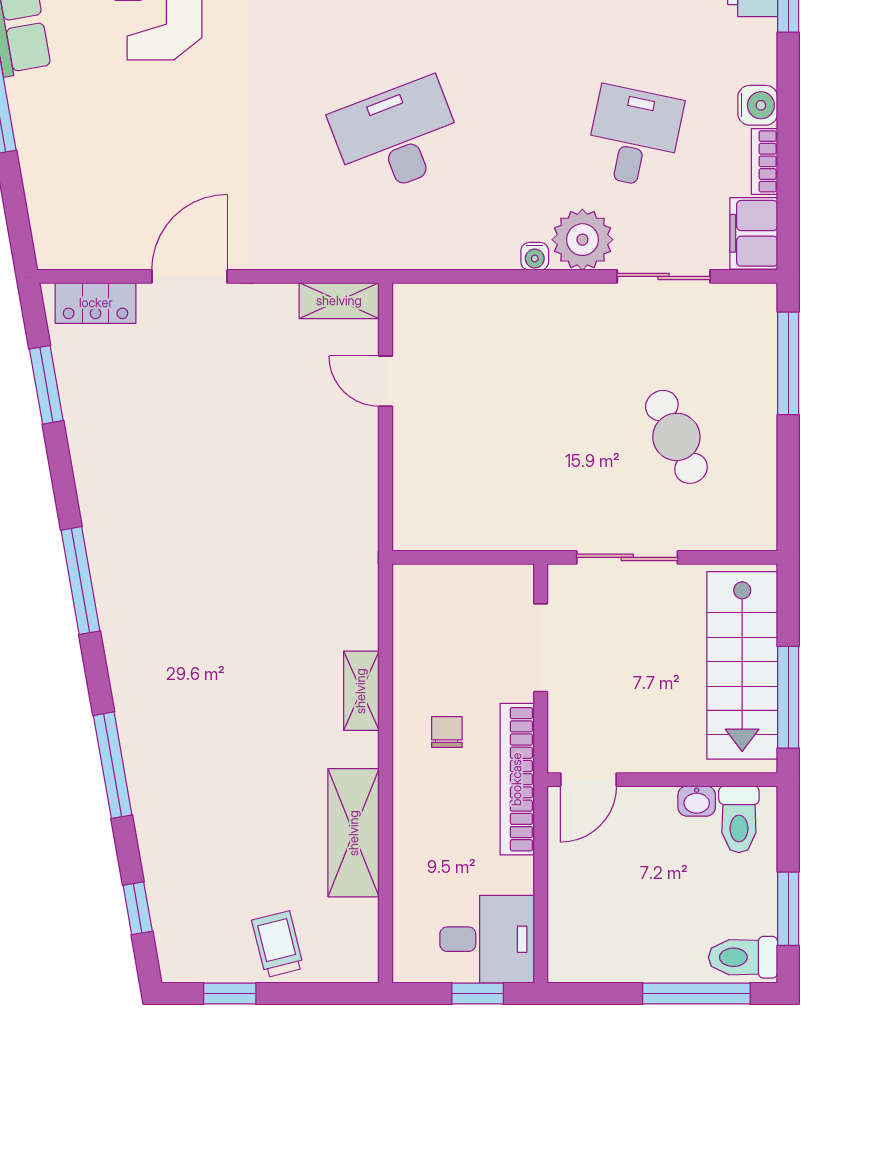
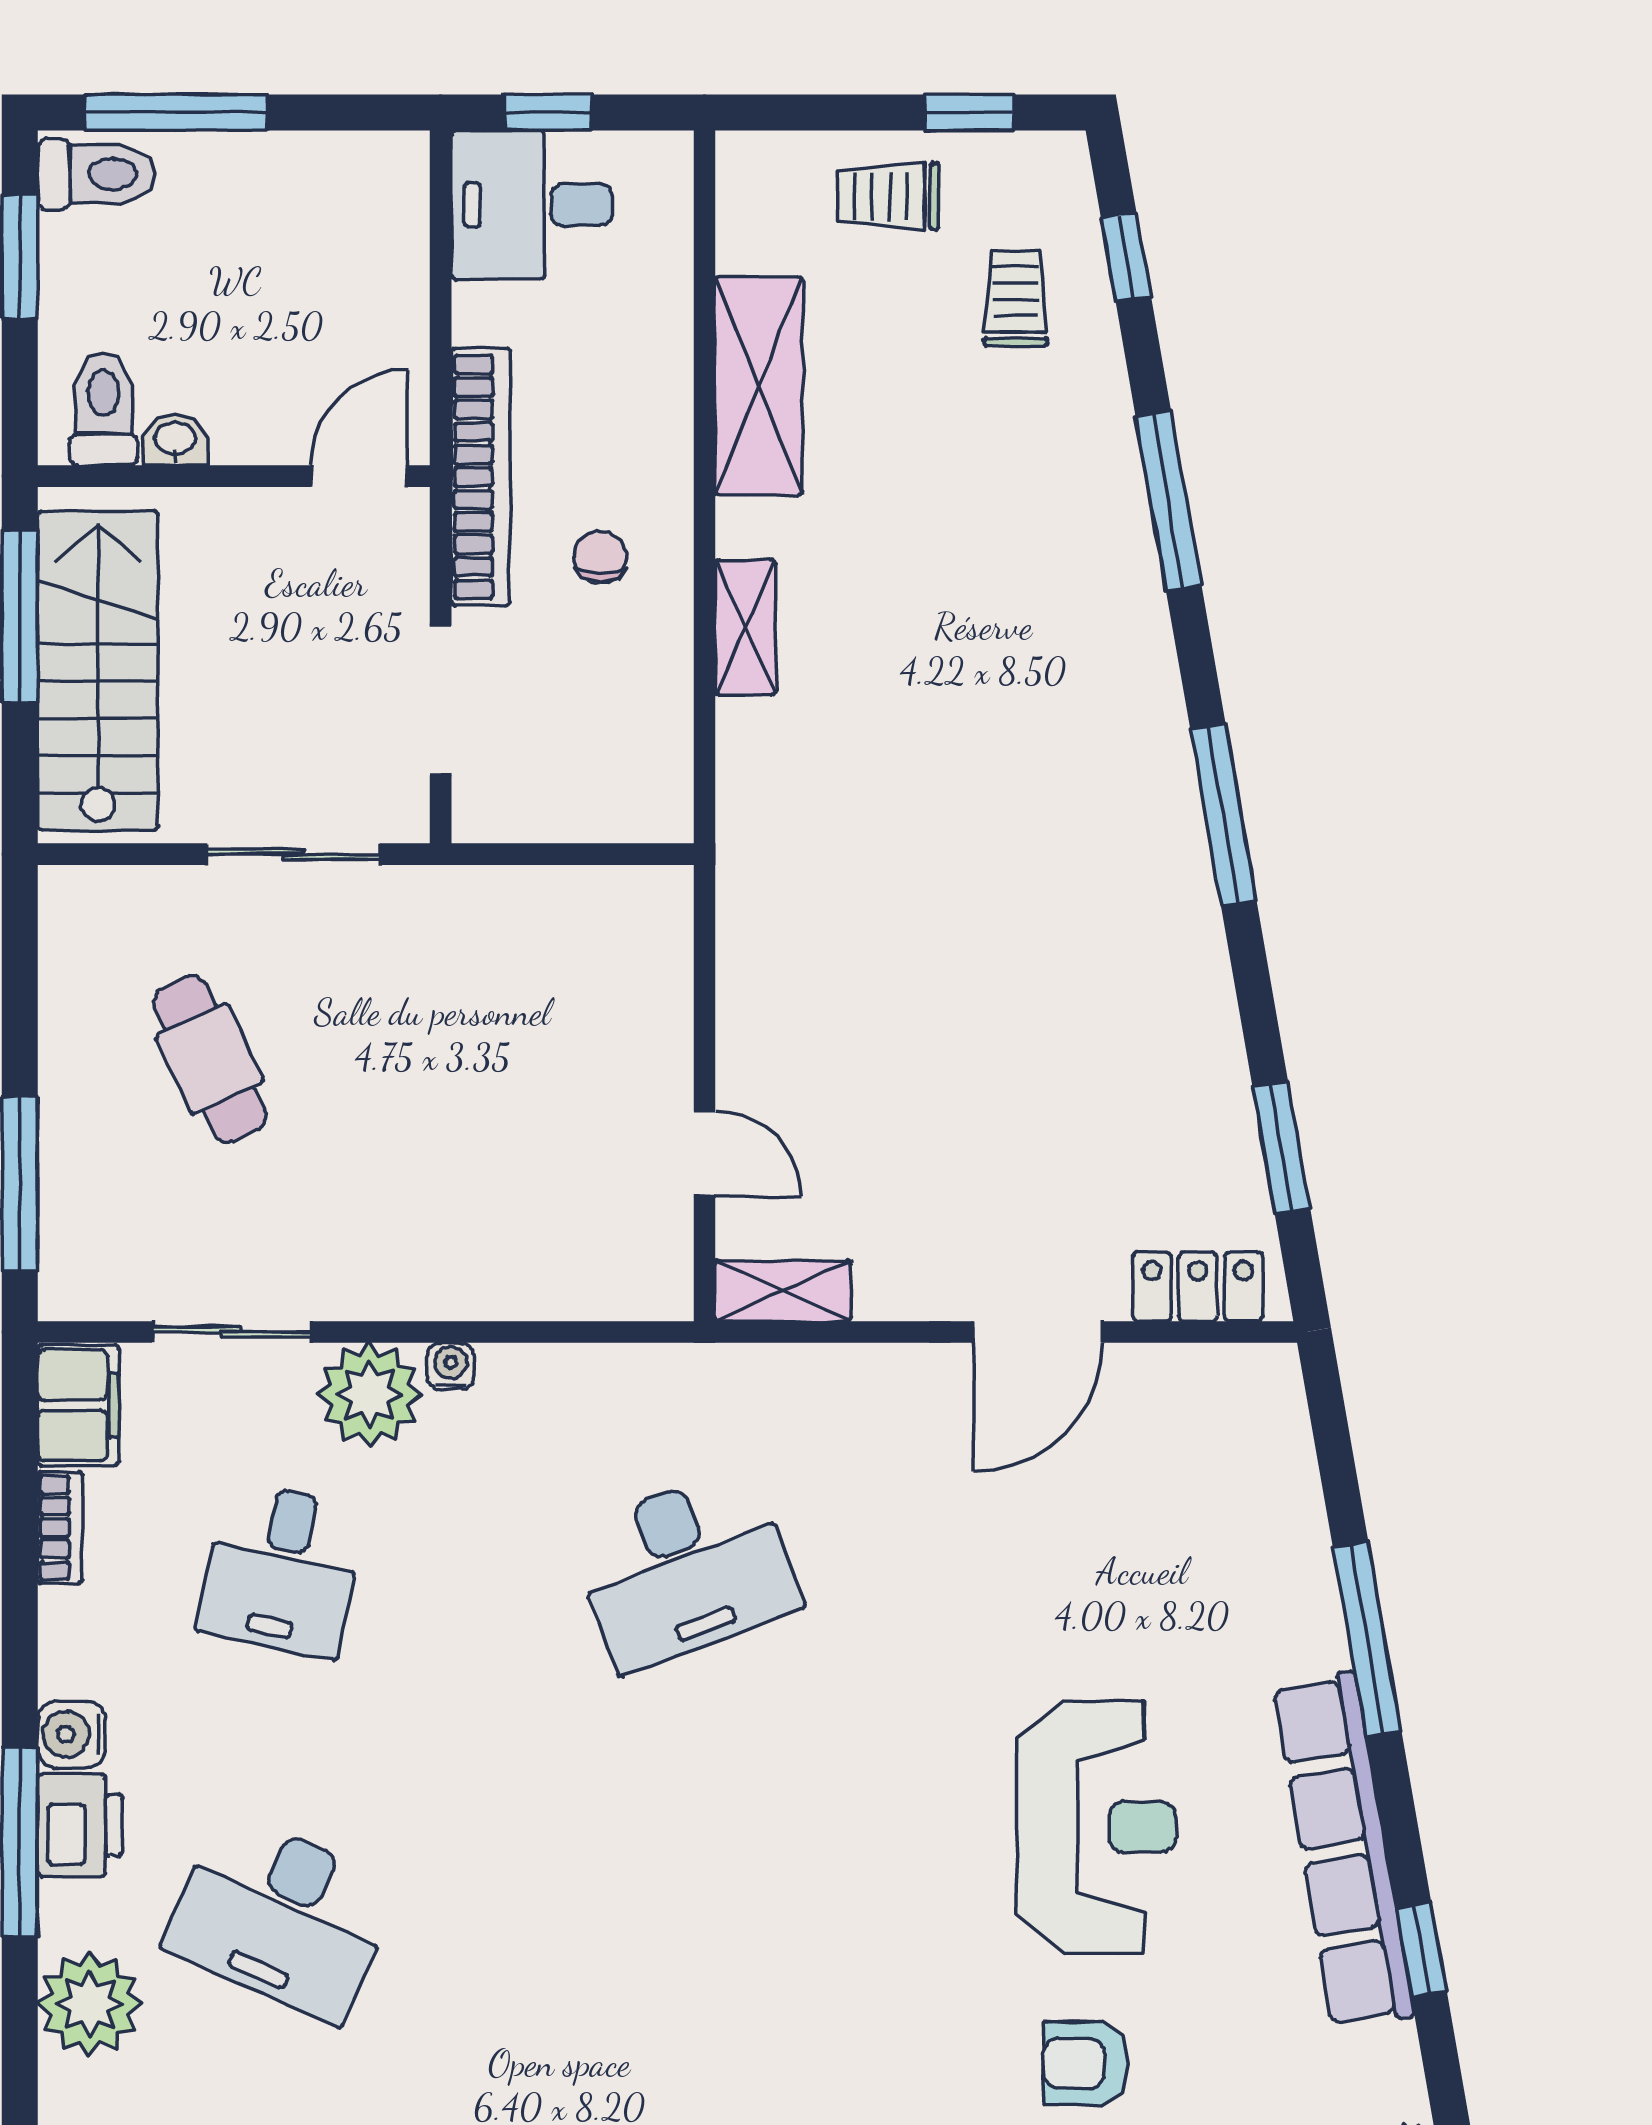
water cooler: (758, 105) -> (71, 1734), moved
chair: (447, 732) -> (600, 557), turned 180
trolley: (203, 884) -> (1016, 298), added
trolley: (278, 944) -> (888, 196), turned 104

